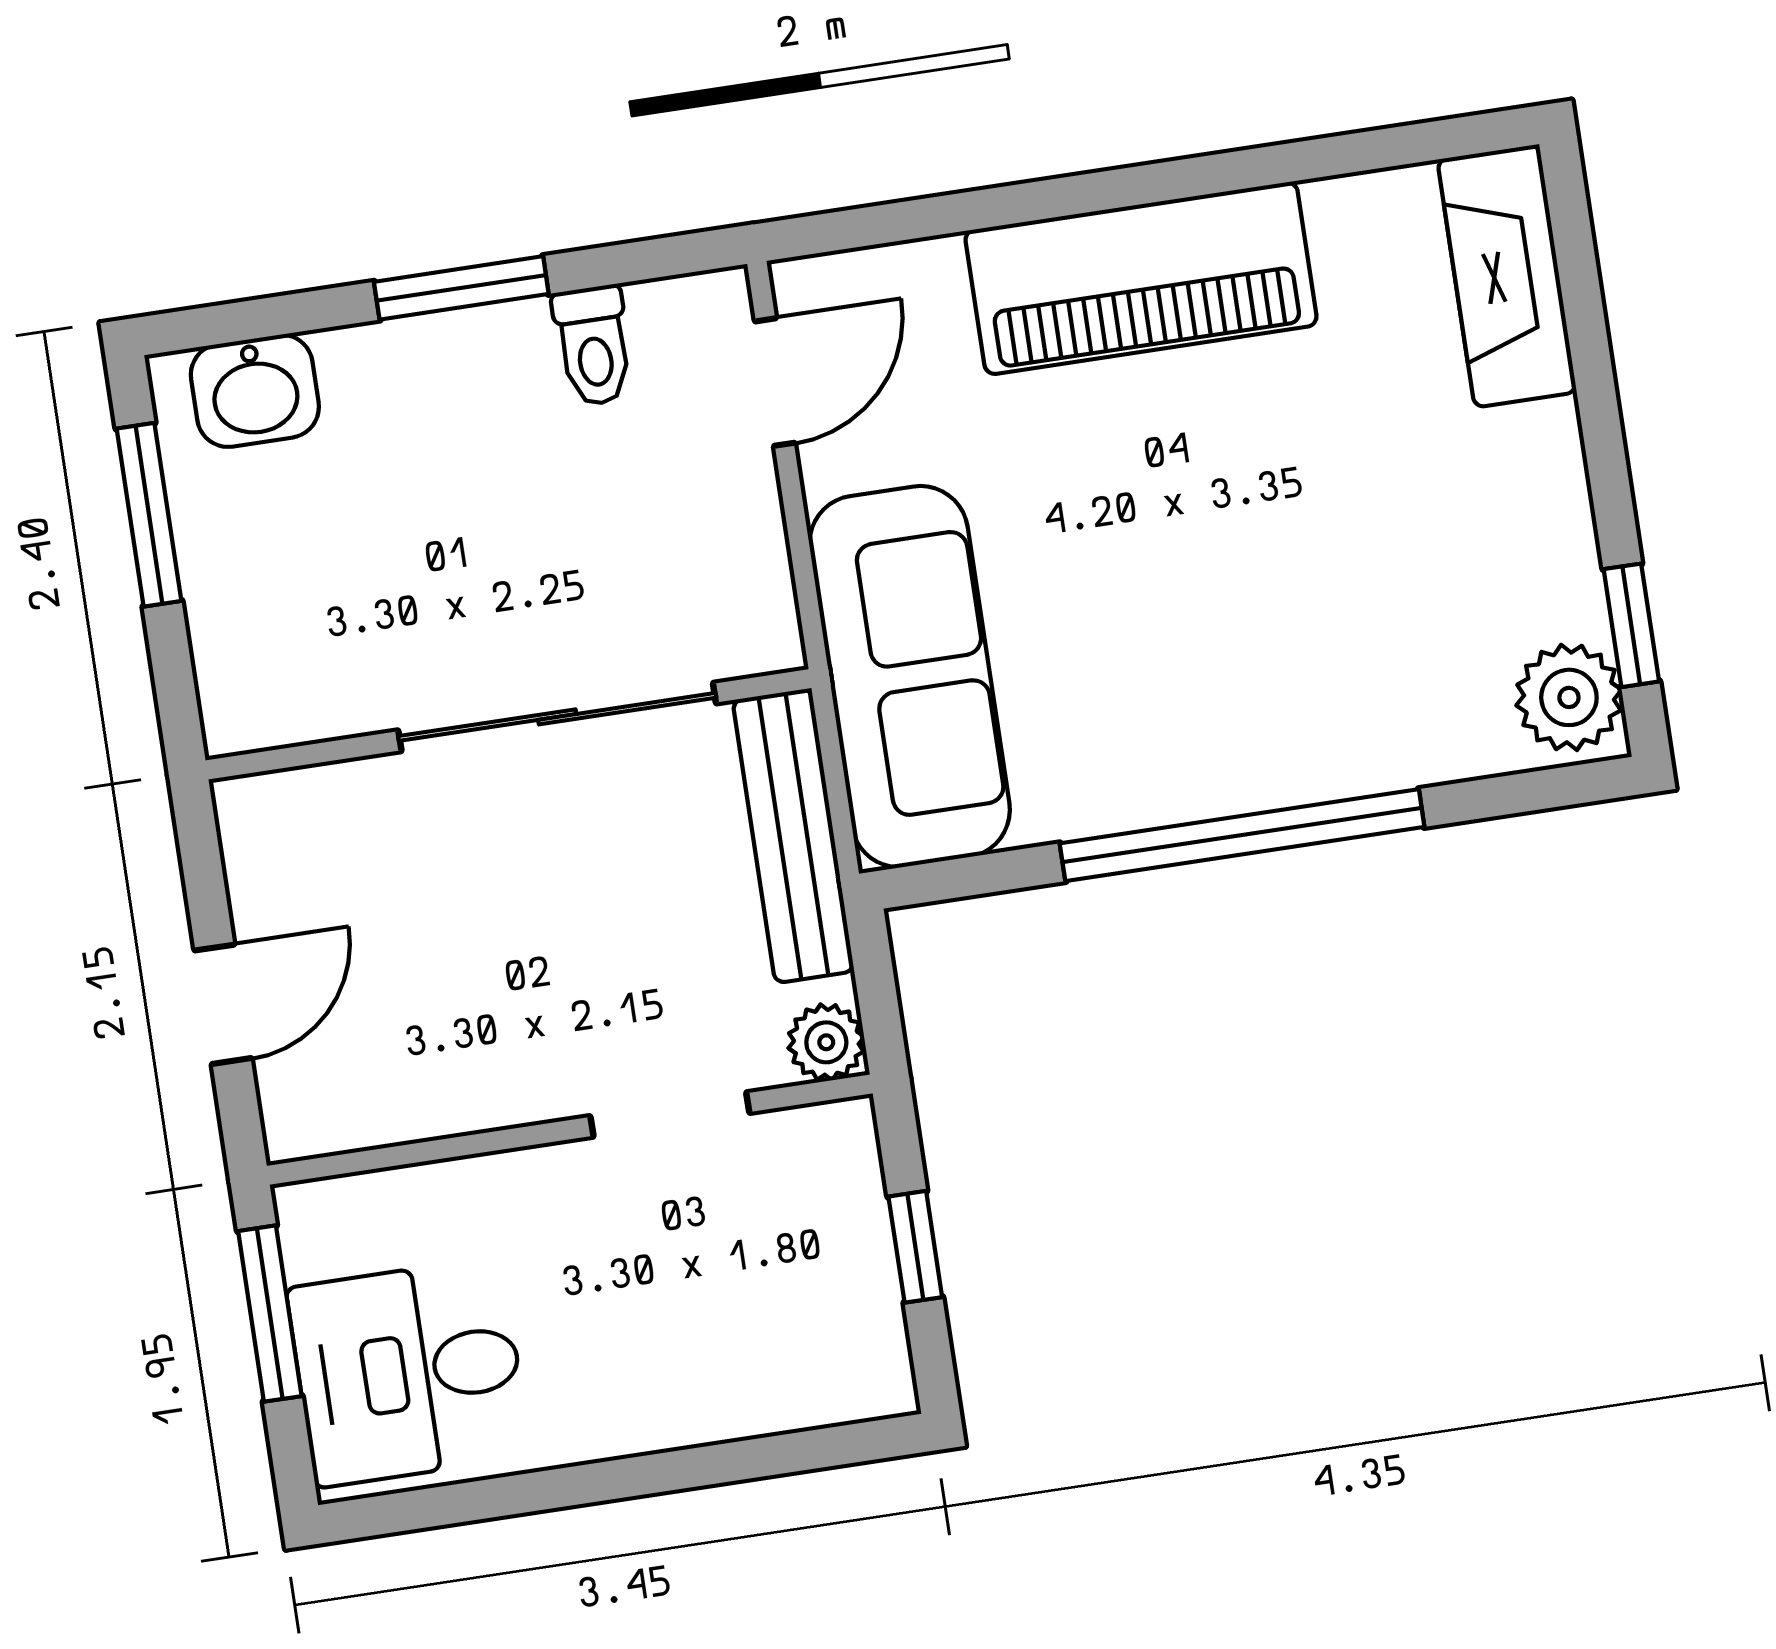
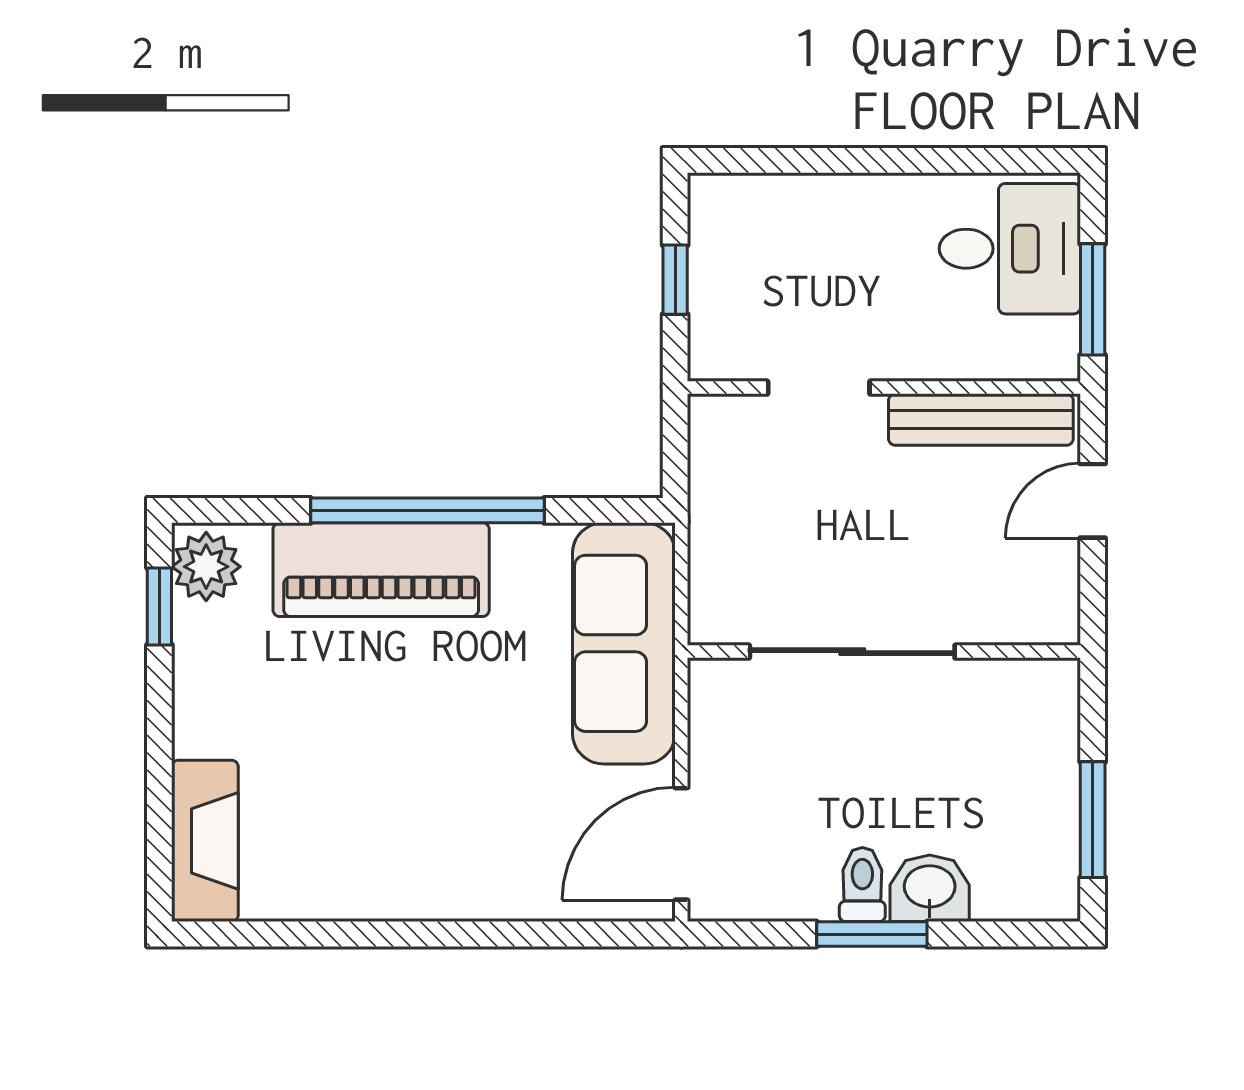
piano: (1141, 278) -> (381, 570), moved, turned 180
toilet: (593, 346) -> (862, 885), moved
door: (775, 382) -> (681, 844), width x1.37
washbasin: (255, 391) -> (930, 888), moved
bench: (793, 836) -> (981, 420), moved, turned 90
plant: (826, 1042) -> (712, 418), removed

